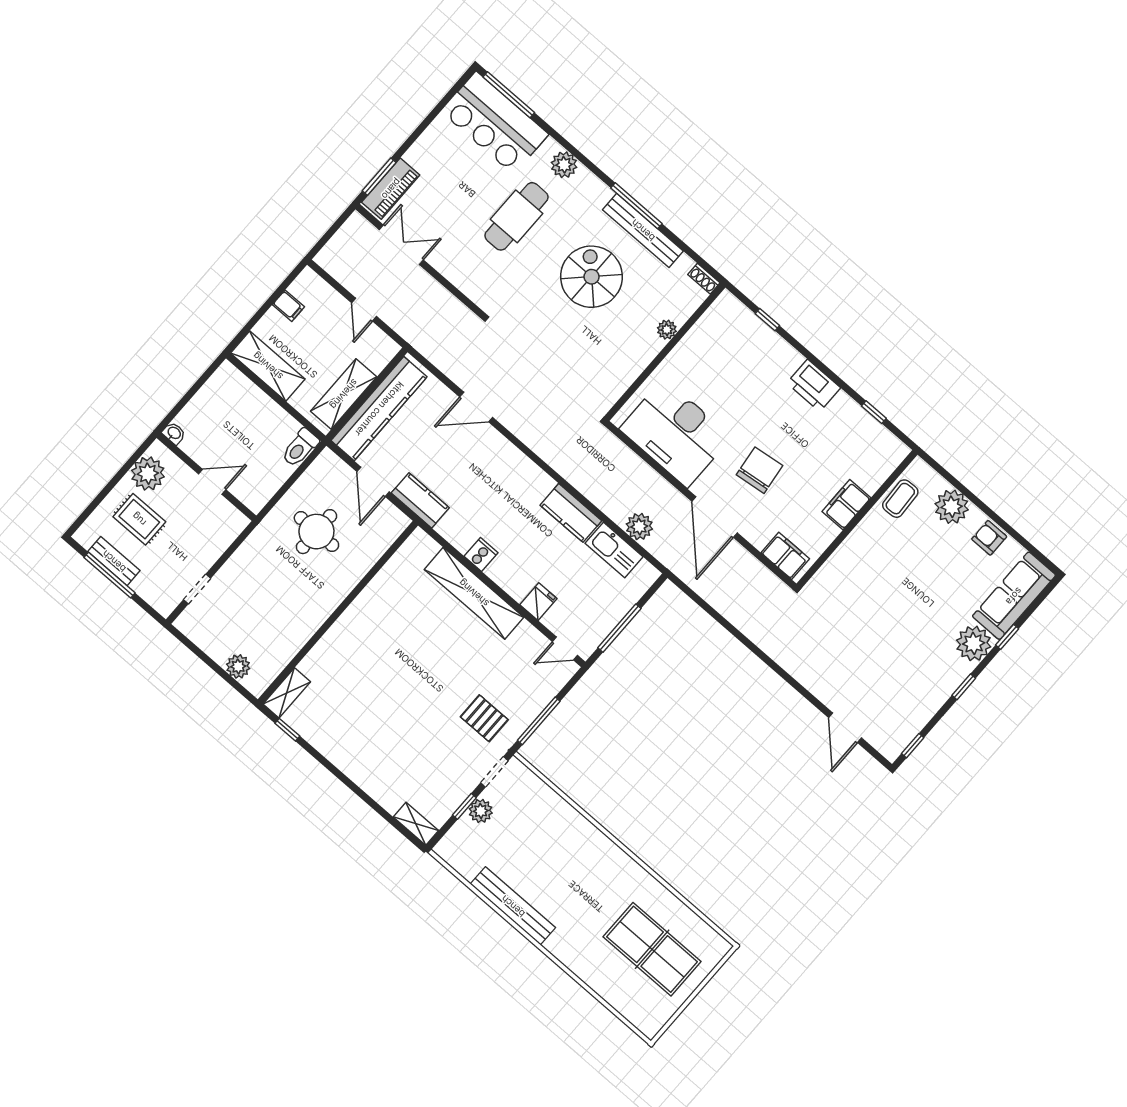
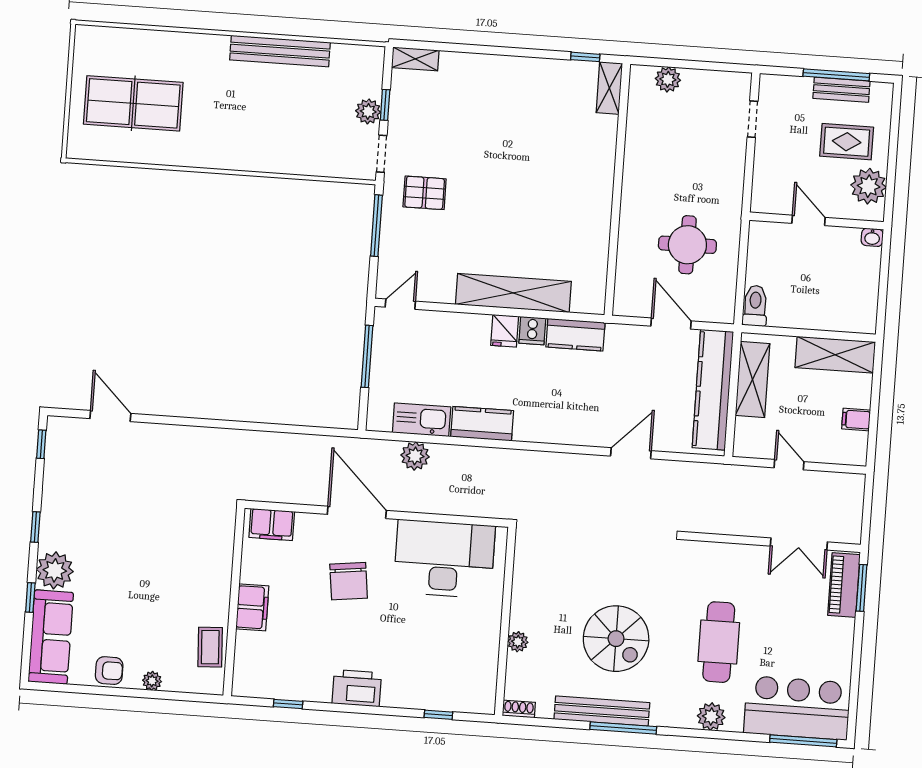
door: (212, 482) -> (809, 220), swing flipped
kitchen counter: (420, 500) -> (575, 335), moved
plant: (952, 507) -> (152, 681), width x0.53, depth x0.53
fridge: (538, 602) -> (505, 331), moved

